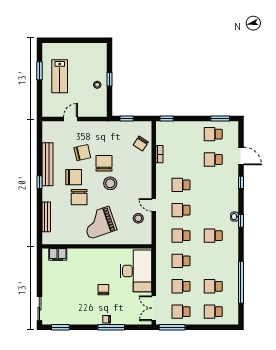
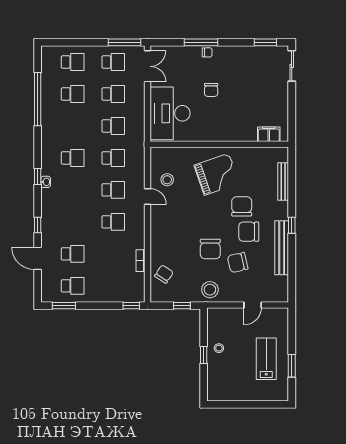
stool: (110, 183) -> (210, 290), moved

